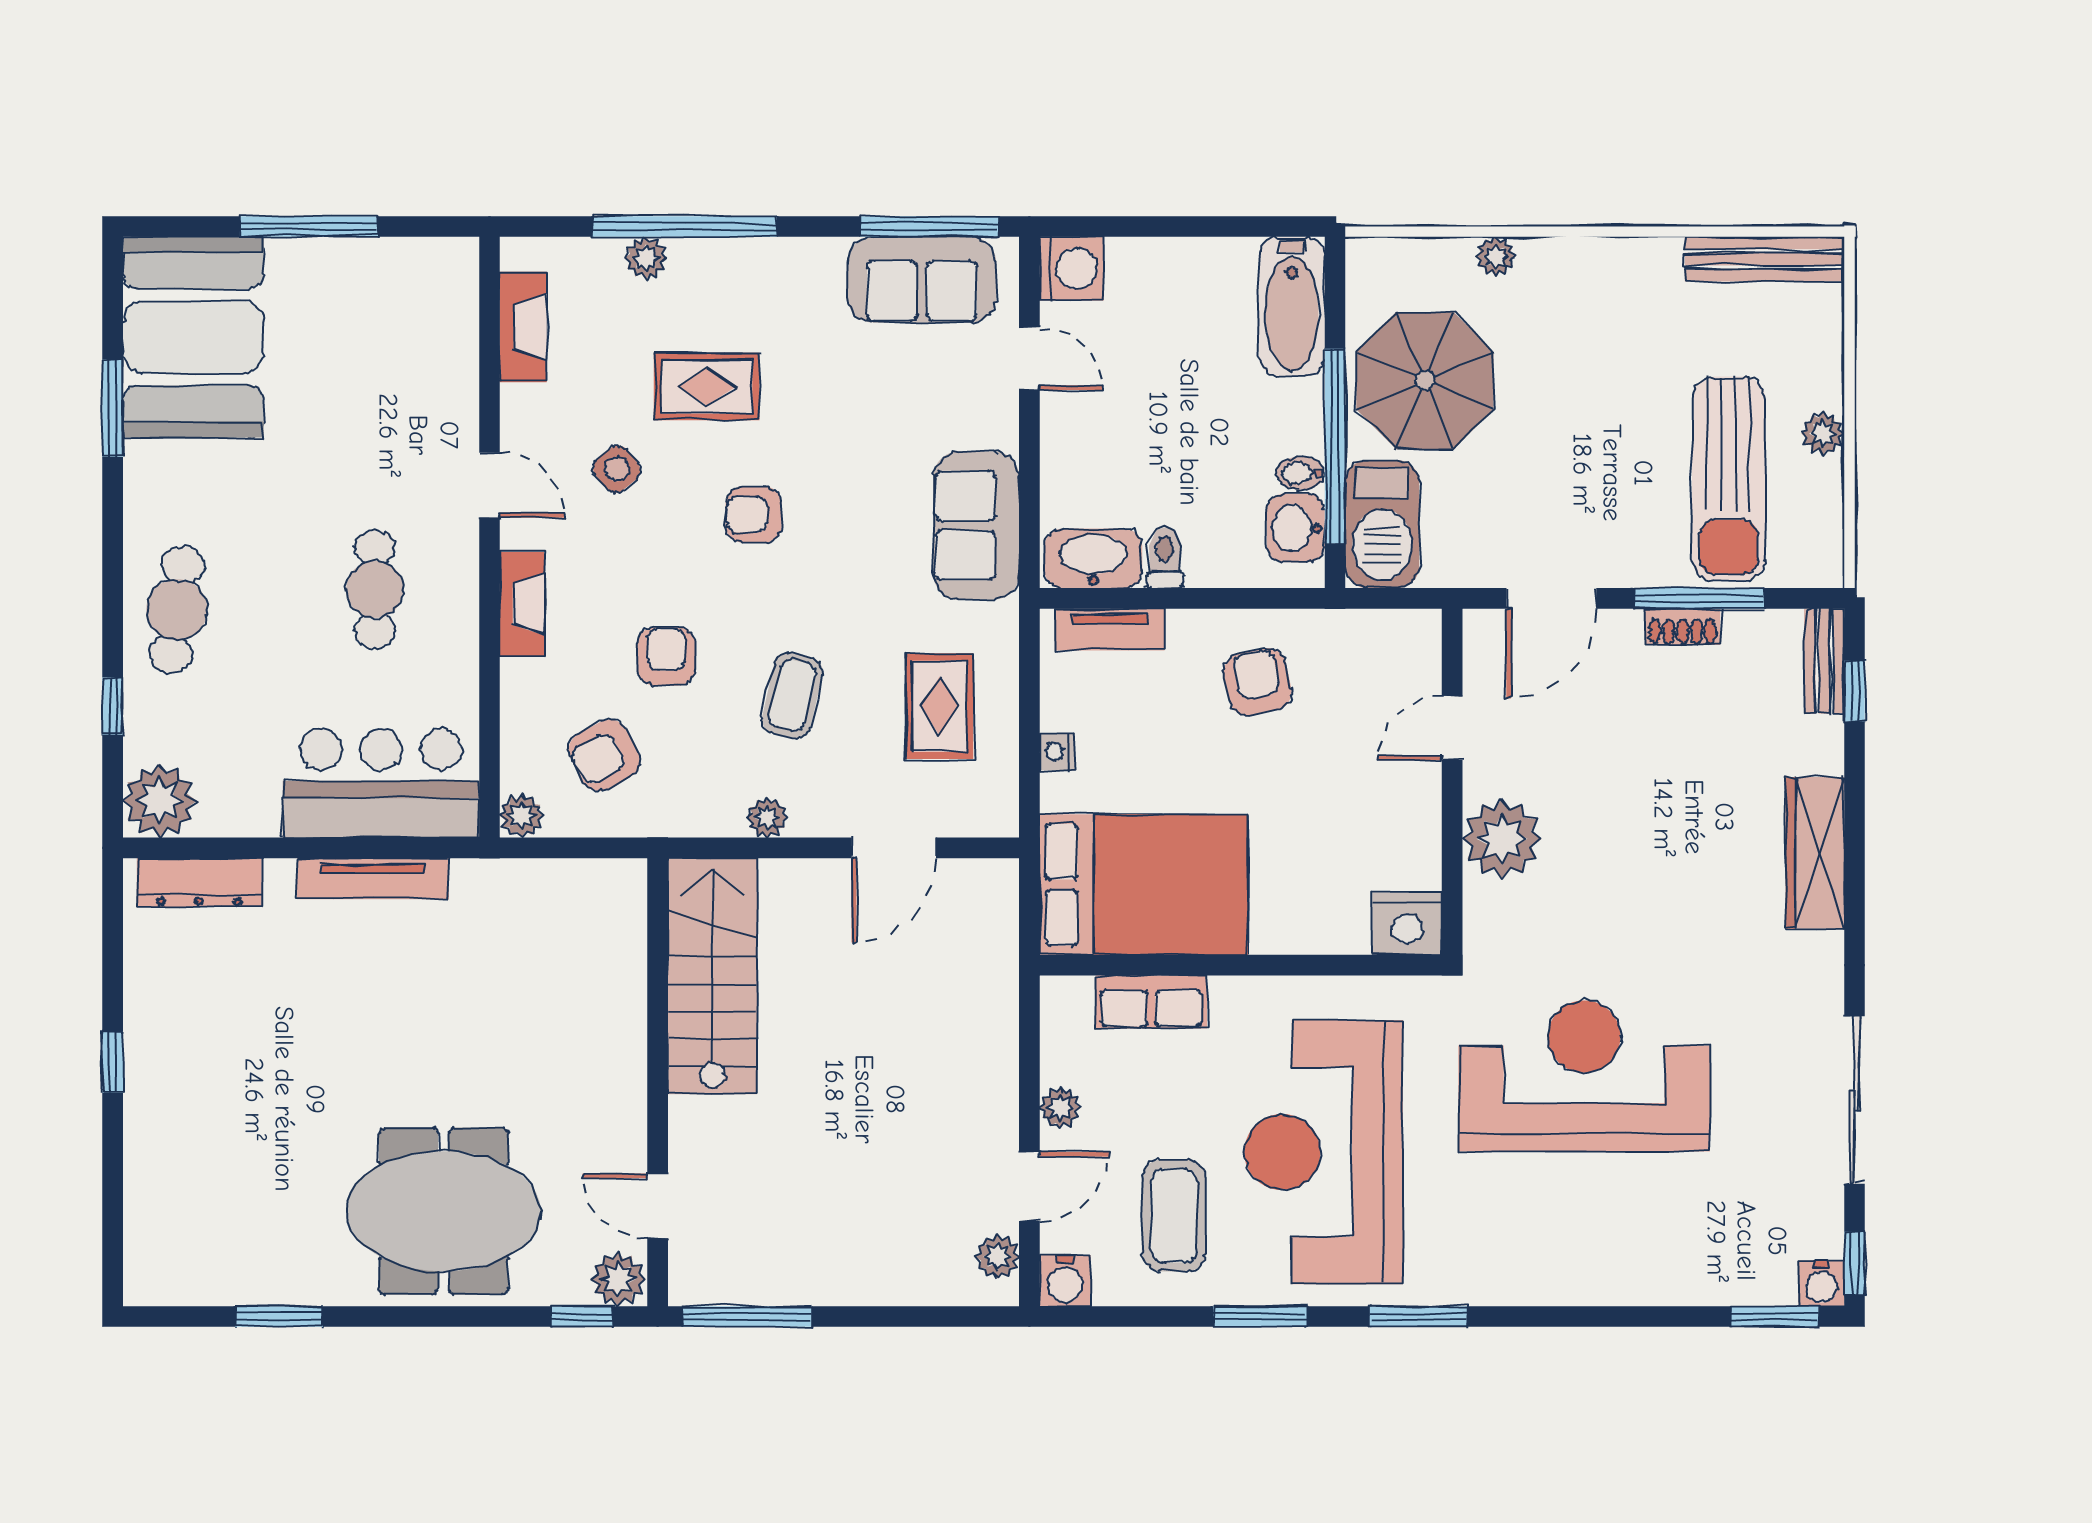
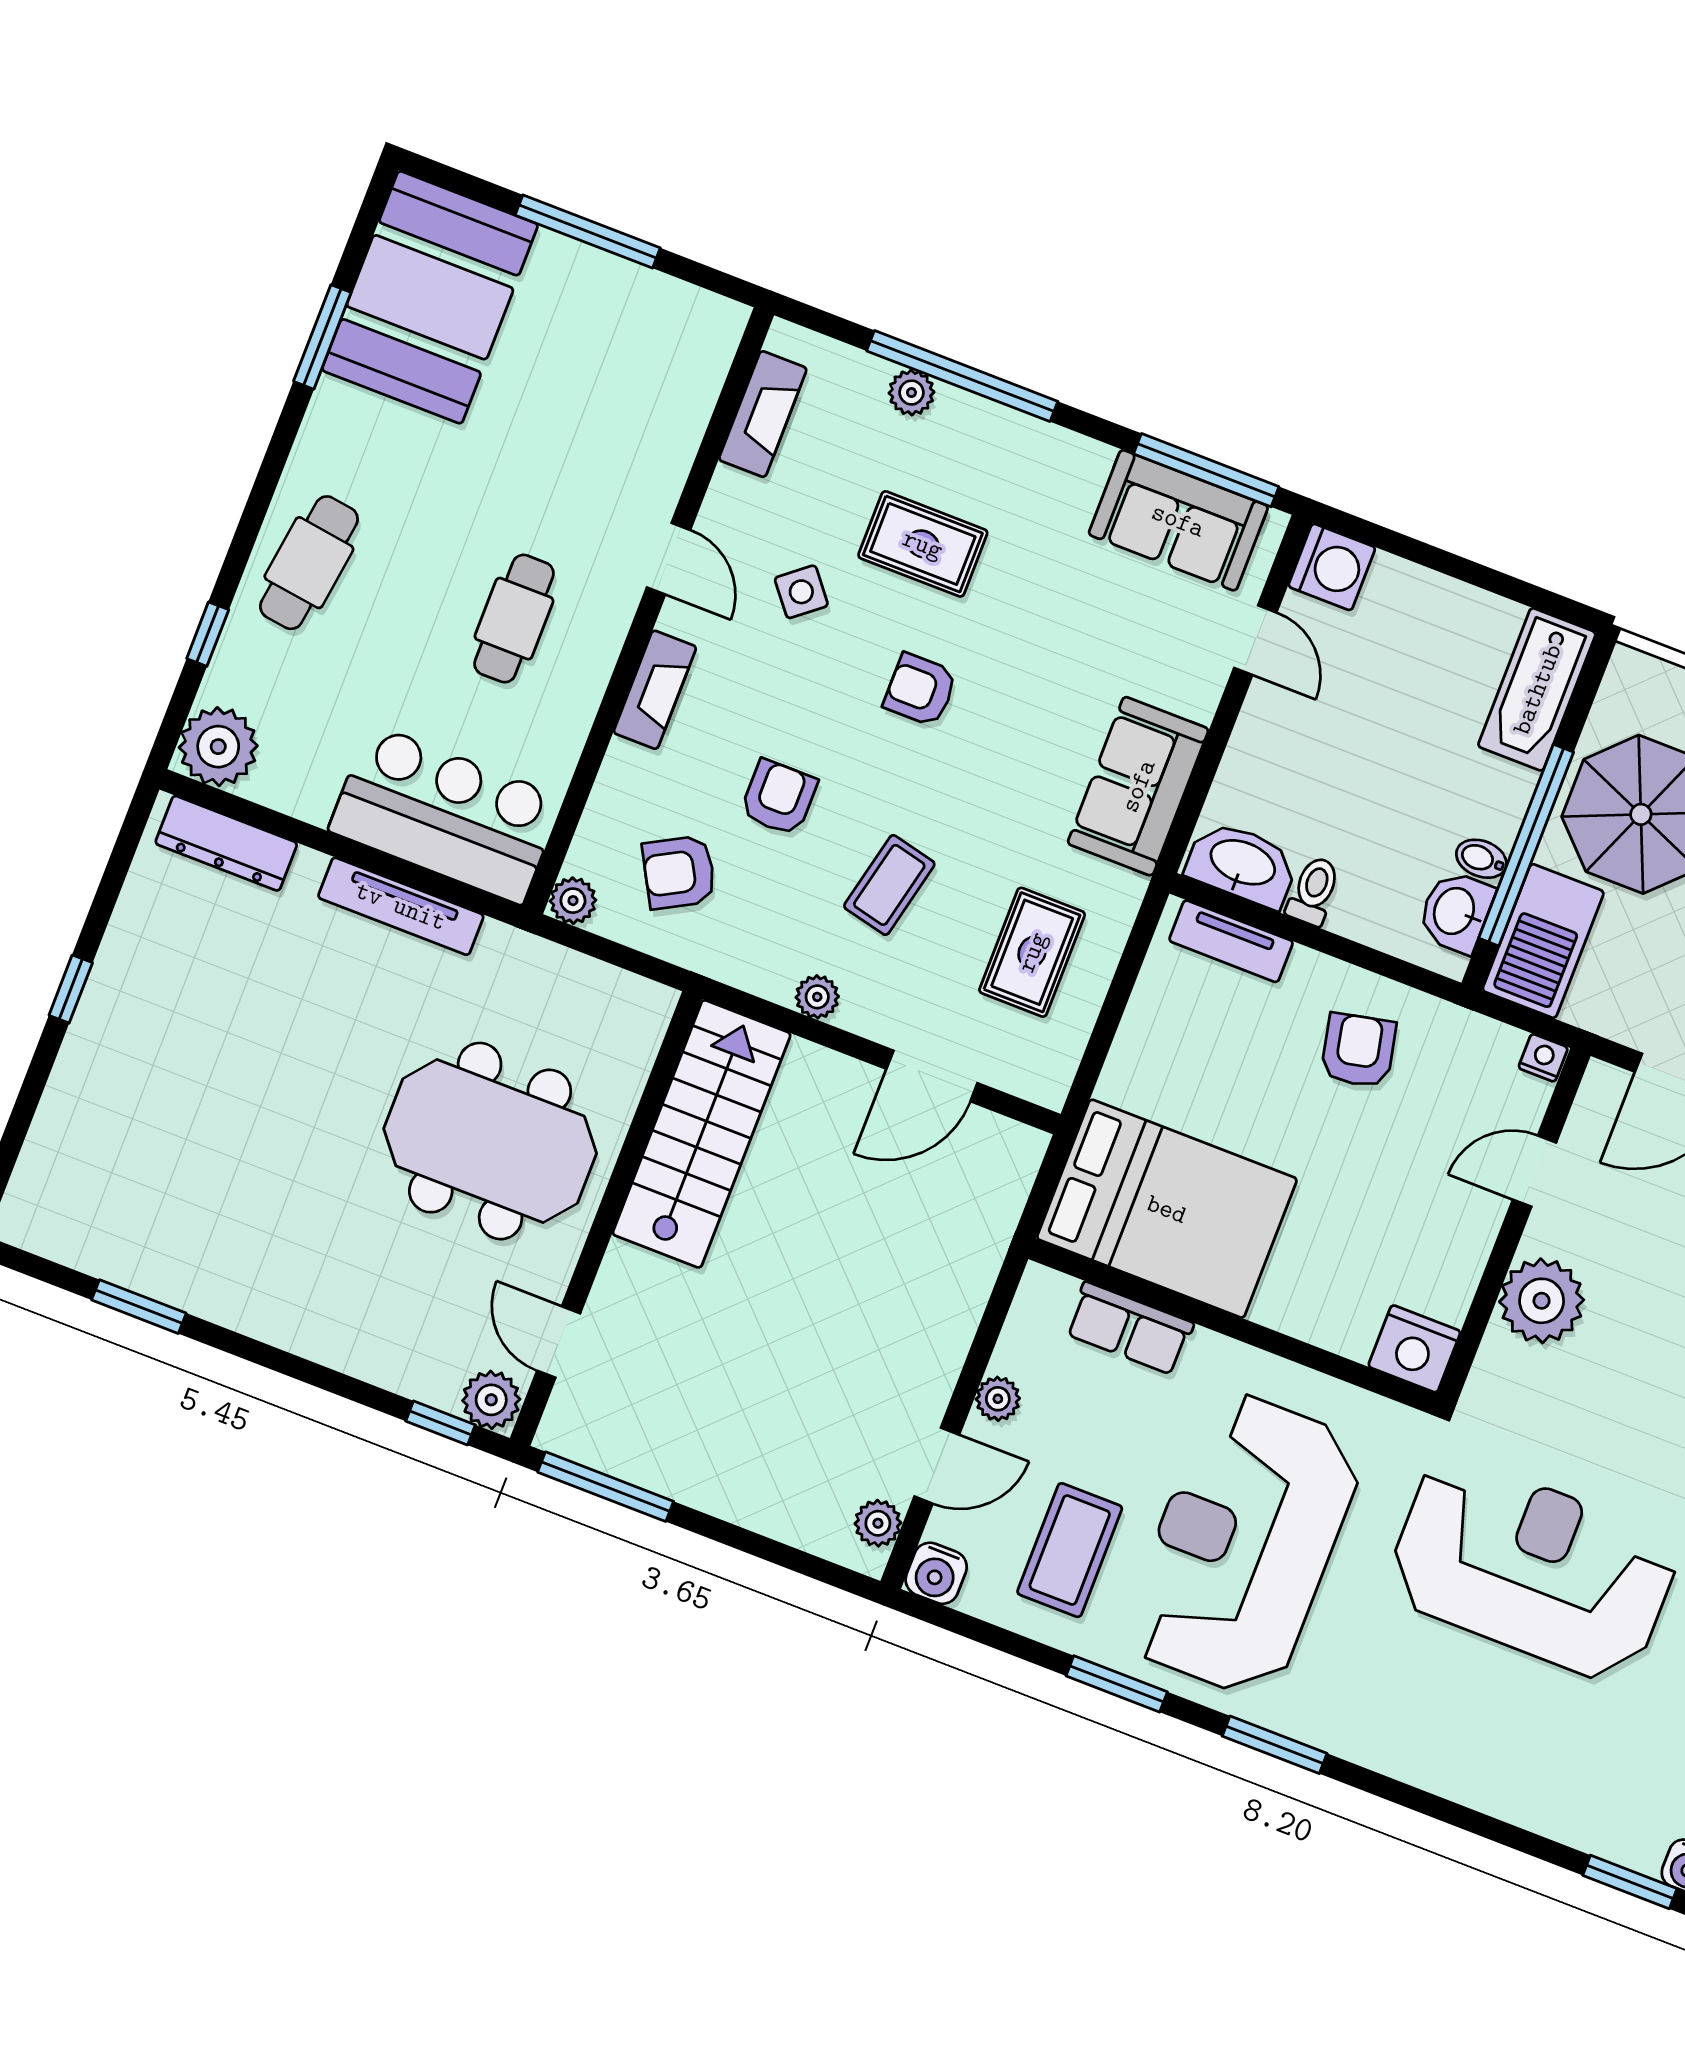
nightstand: (1057, 752) -> (1543, 1058), moved, turned 90
meeting table: (444, 1211) -> (490, 1141), moved

